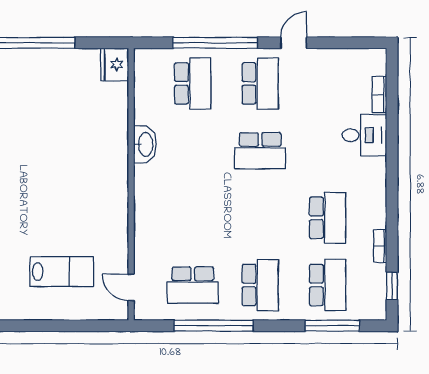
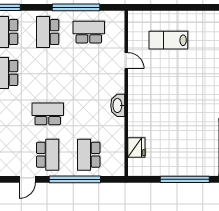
fridge: (114, 64) -> (136, 148), moved
school desk: (260, 83) -> (48, 155), turned 180
washbasin: (145, 144) -> (118, 105), moved
door: (131, 287) -> (126, 61), moved

